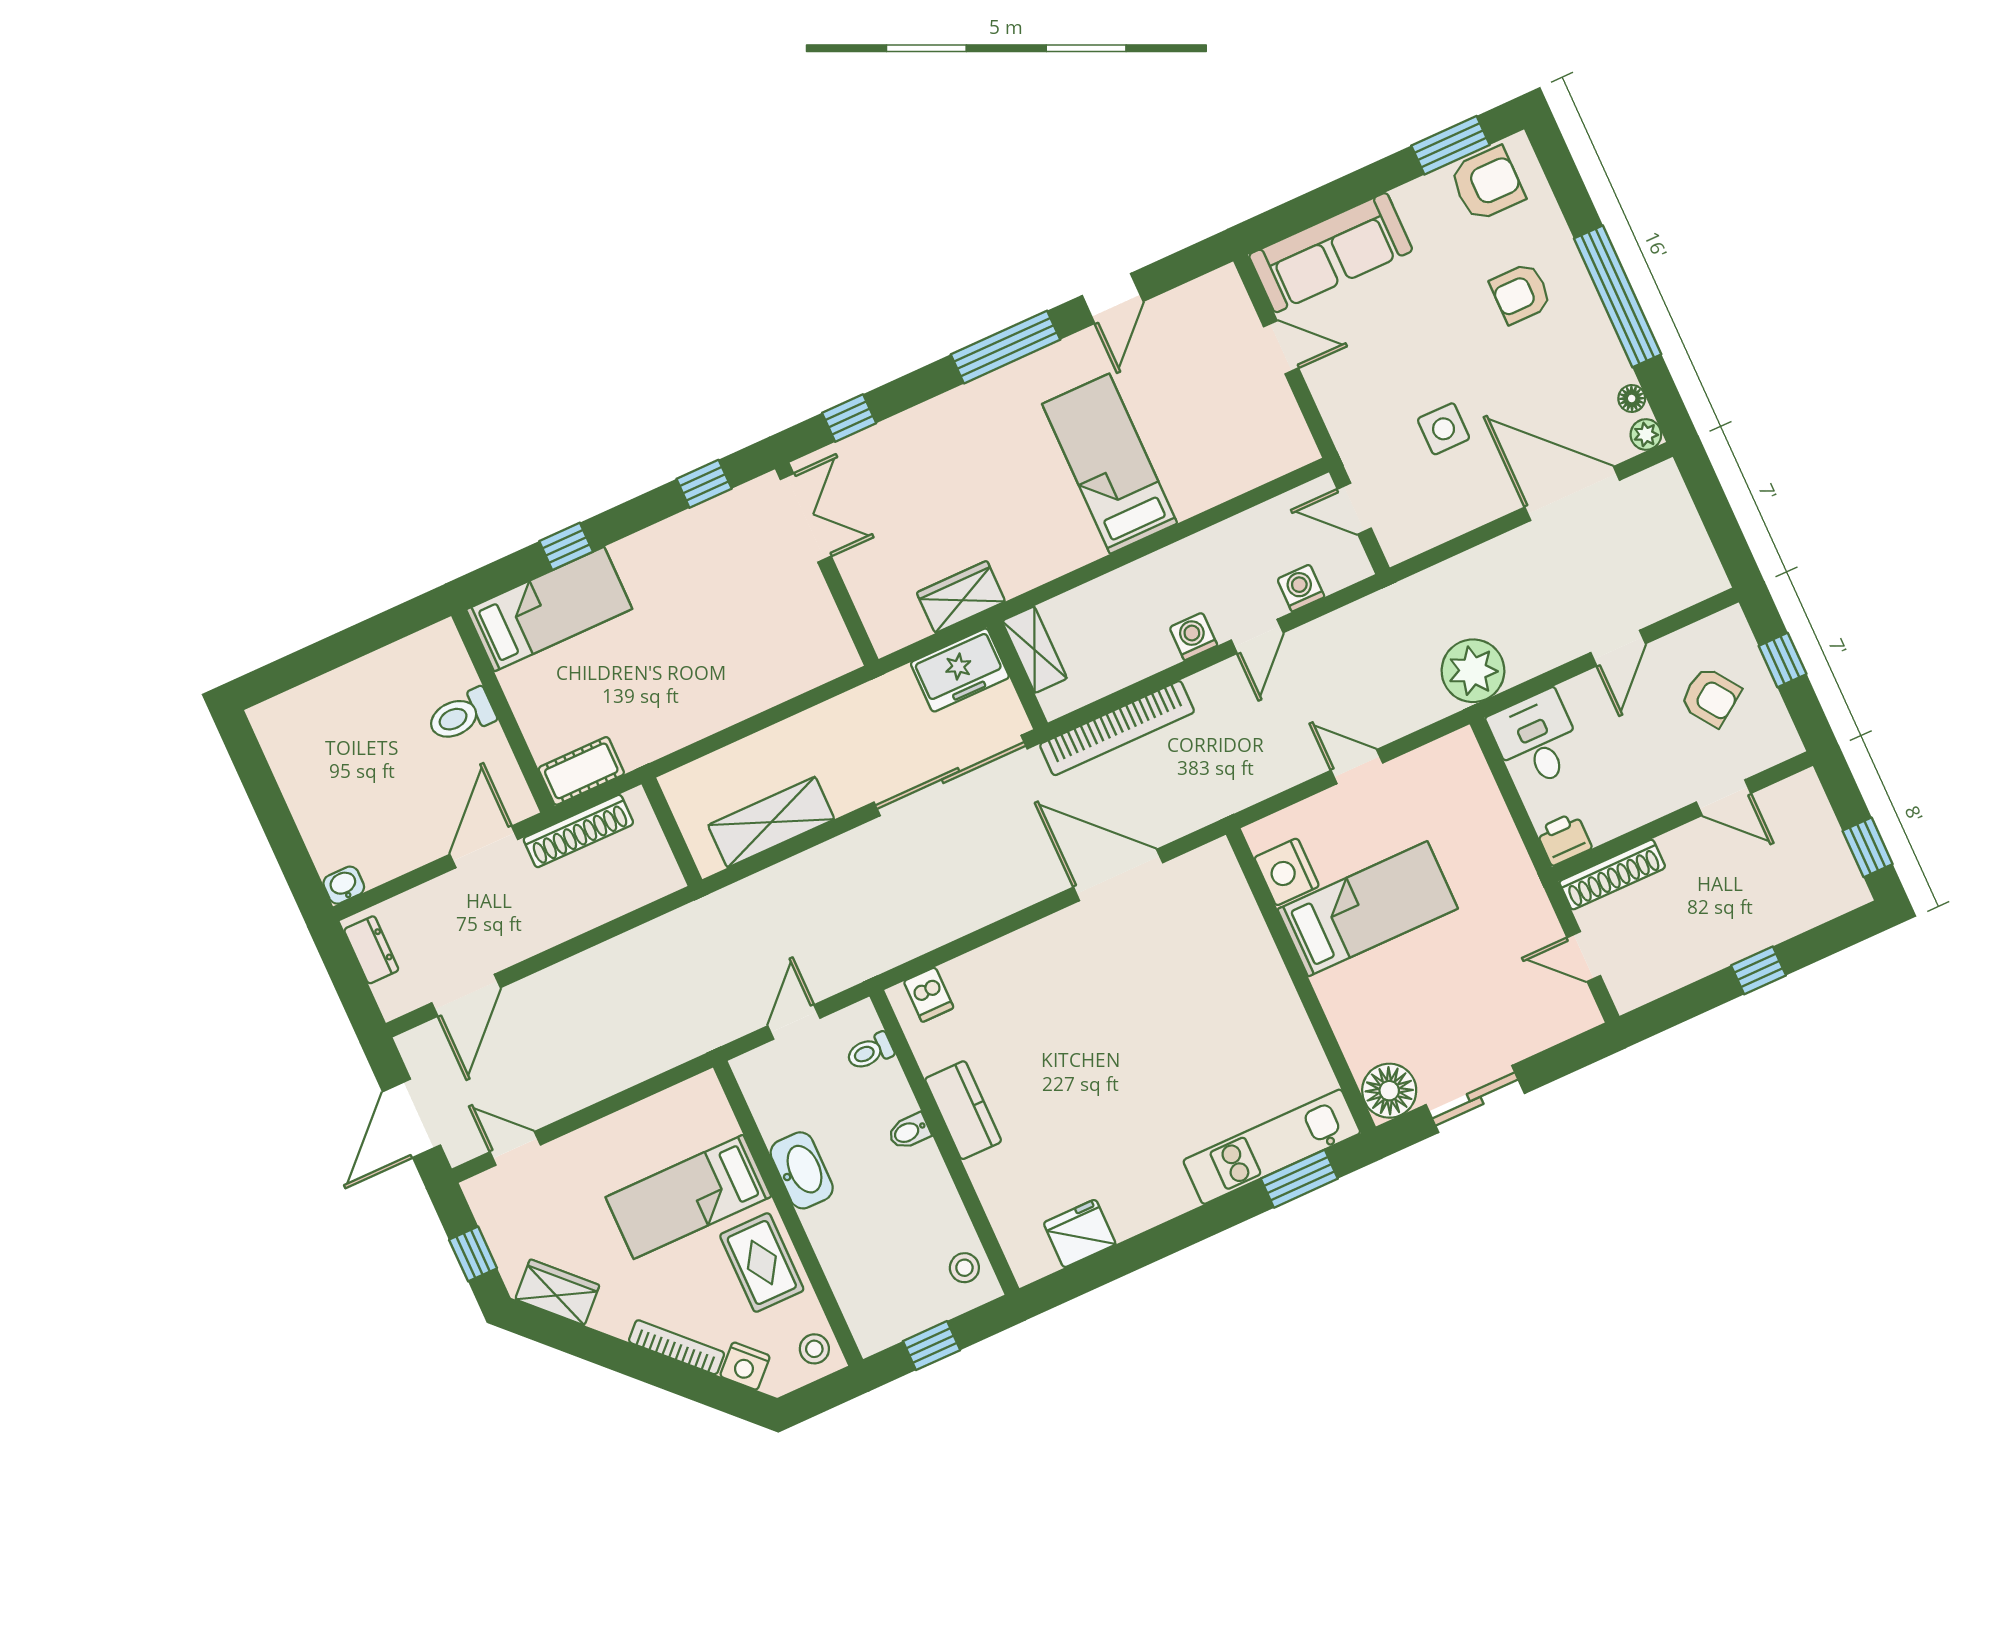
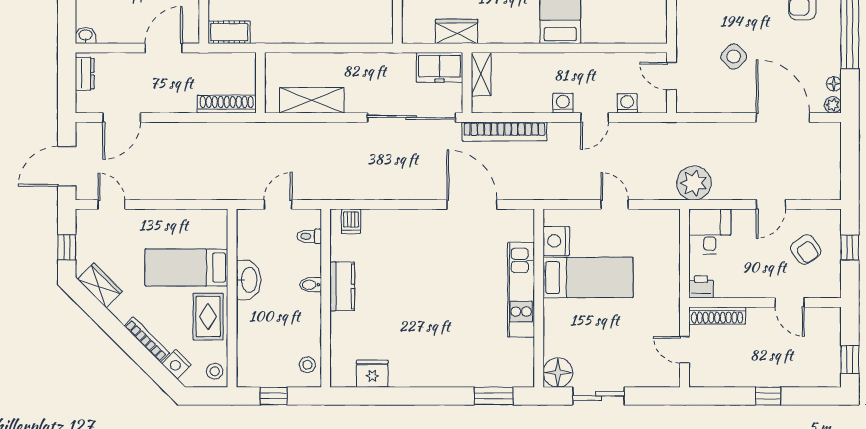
side table: (1444, 429) -> (734, 57), turned 45
shoe rack: (578, 831) -> (227, 104), moved, turned 180
kitchen unit: (1272, 1147) -> (521, 290), moved, turned -90

